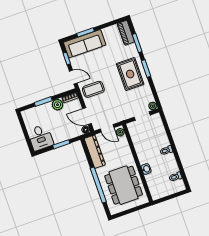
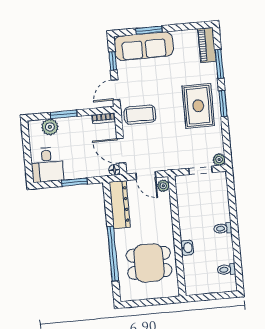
door: (73, 77) -> (116, 90), swing flipped
plant: (57, 105) -> (50, 127), moved
dining table: (124, 185) -> (149, 263), width x0.73

